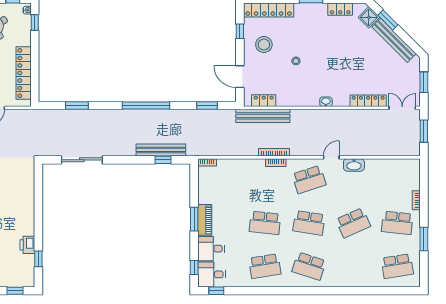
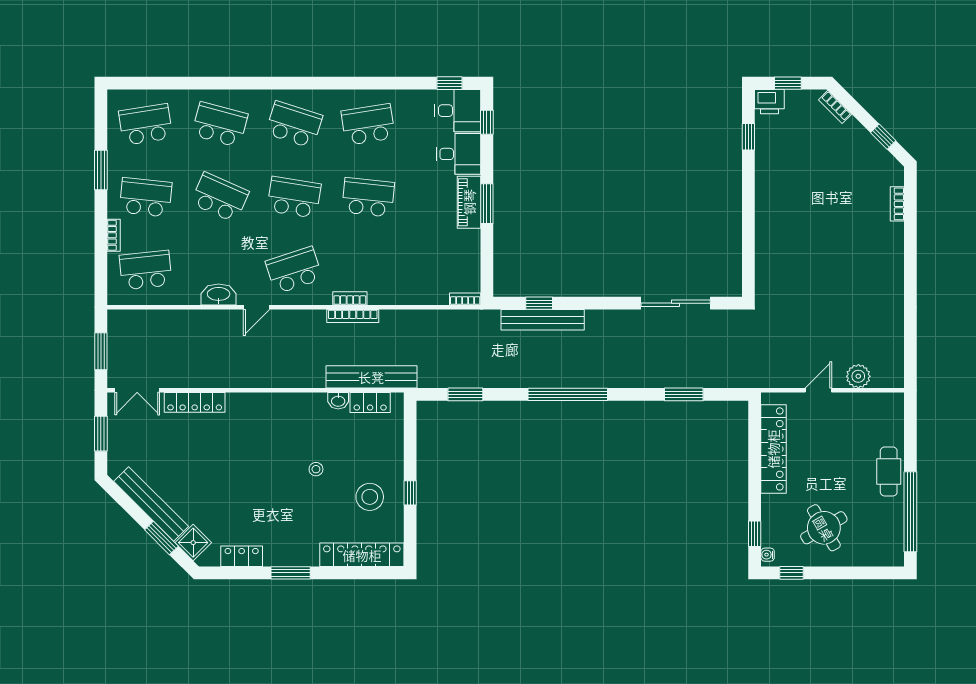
window: (240, 31) -> (410, 493), moved
door: (240, 77) -> (410, 443), removed
washbasin: (326, 102) -> (338, 401), moved
school desk: (397, 180) -> (146, 270), added
school desk: (353, 223) -> (220, 197), turned 48
printer: (27, 245) -> (769, 102), moved, turned 90
school desk: (353, 266) -> (220, 125), added

